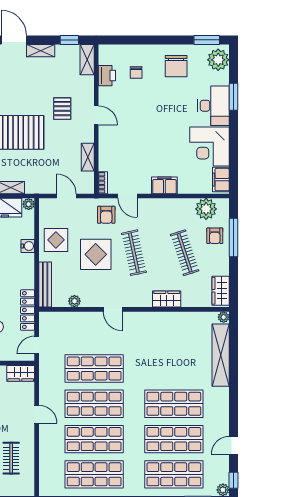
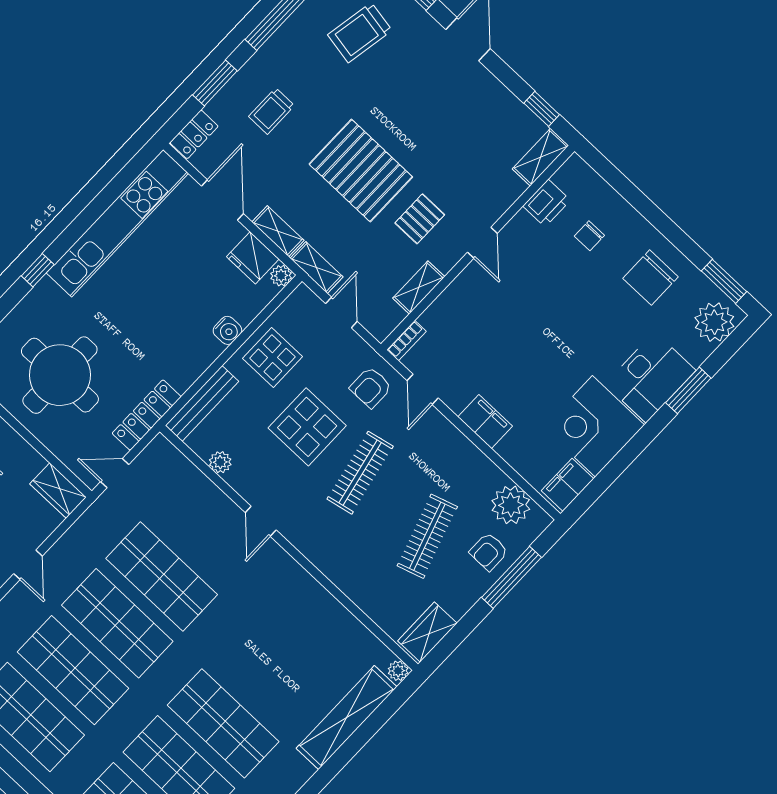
shelving: (41, 51) -> (316, 268), moved
pallet: (62, 109) -> (420, 219), moved
wardrobe: (167, 299) -> (345, 575), removed

